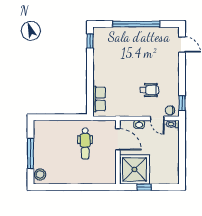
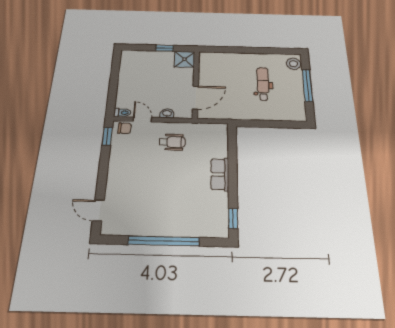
wheelchair: (149, 90) -> (172, 142), moved, turned 180
row of seats: (99, 99) -> (220, 174), moved
door: (118, 139) -> (195, 98), swing flipped
dental chair: (85, 144) -> (263, 84), moved
shower: (134, 169) -> (184, 59), width x0.54, depth x0.54

